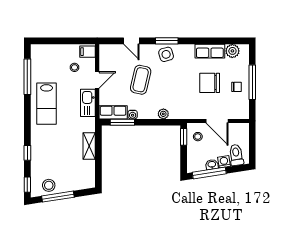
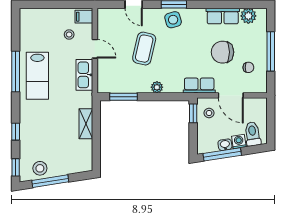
window: (27, 77) -> (16, 71), moved
door: (97, 80) -> (95, 49), hinge flipped
chair: (236, 87) -> (248, 67), moved
row of seats: (113, 112) -> (199, 86), moved
plant: (163, 114) -> (157, 87), moved
water cooler: (133, 115) -> (135, 88), removed

